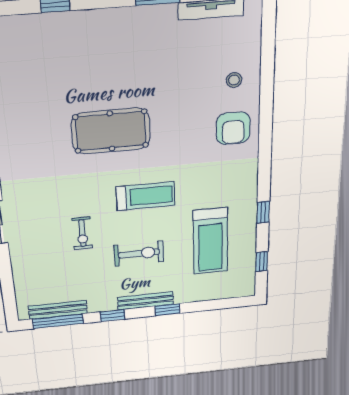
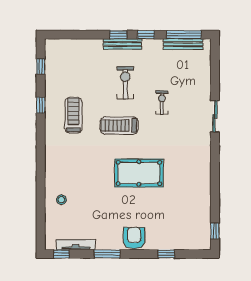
armchair: (233, 128) -> (134, 238), moved
treadmill: (210, 241) -> (74, 115), moved, width x0.73, depth x0.73
exercise bike: (139, 253) -> (125, 83), turned 90
window: (167, 310) -> (118, 35), moved

